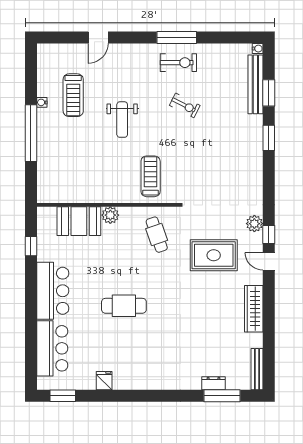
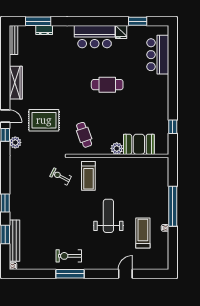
exercise bike: (185, 105) -> (61, 176), moved
weight bench: (122, 120) -> (108, 216), width x1.36, depth x1.33
bar counter: (53, 291) -> (95, 37), moved, turned -90
window: (63, 396) -> (138, 21), moved

